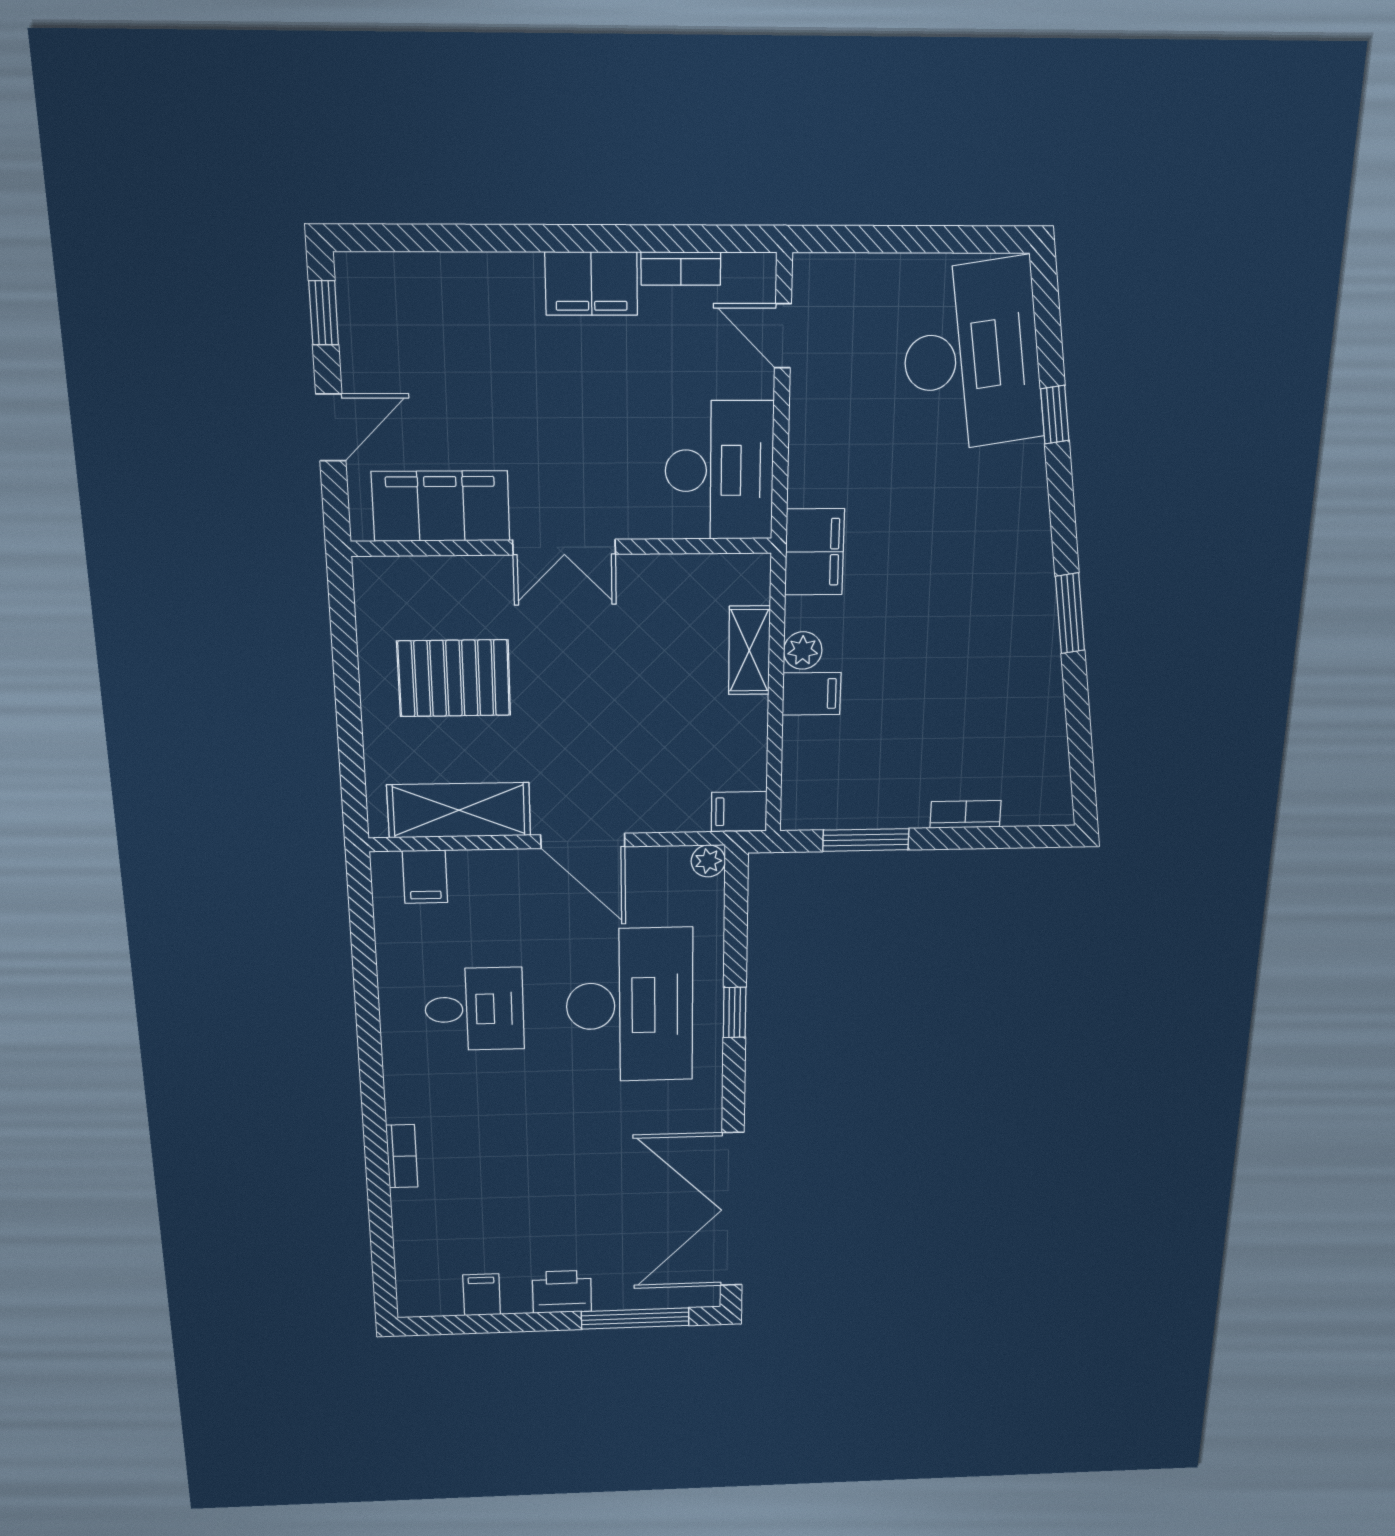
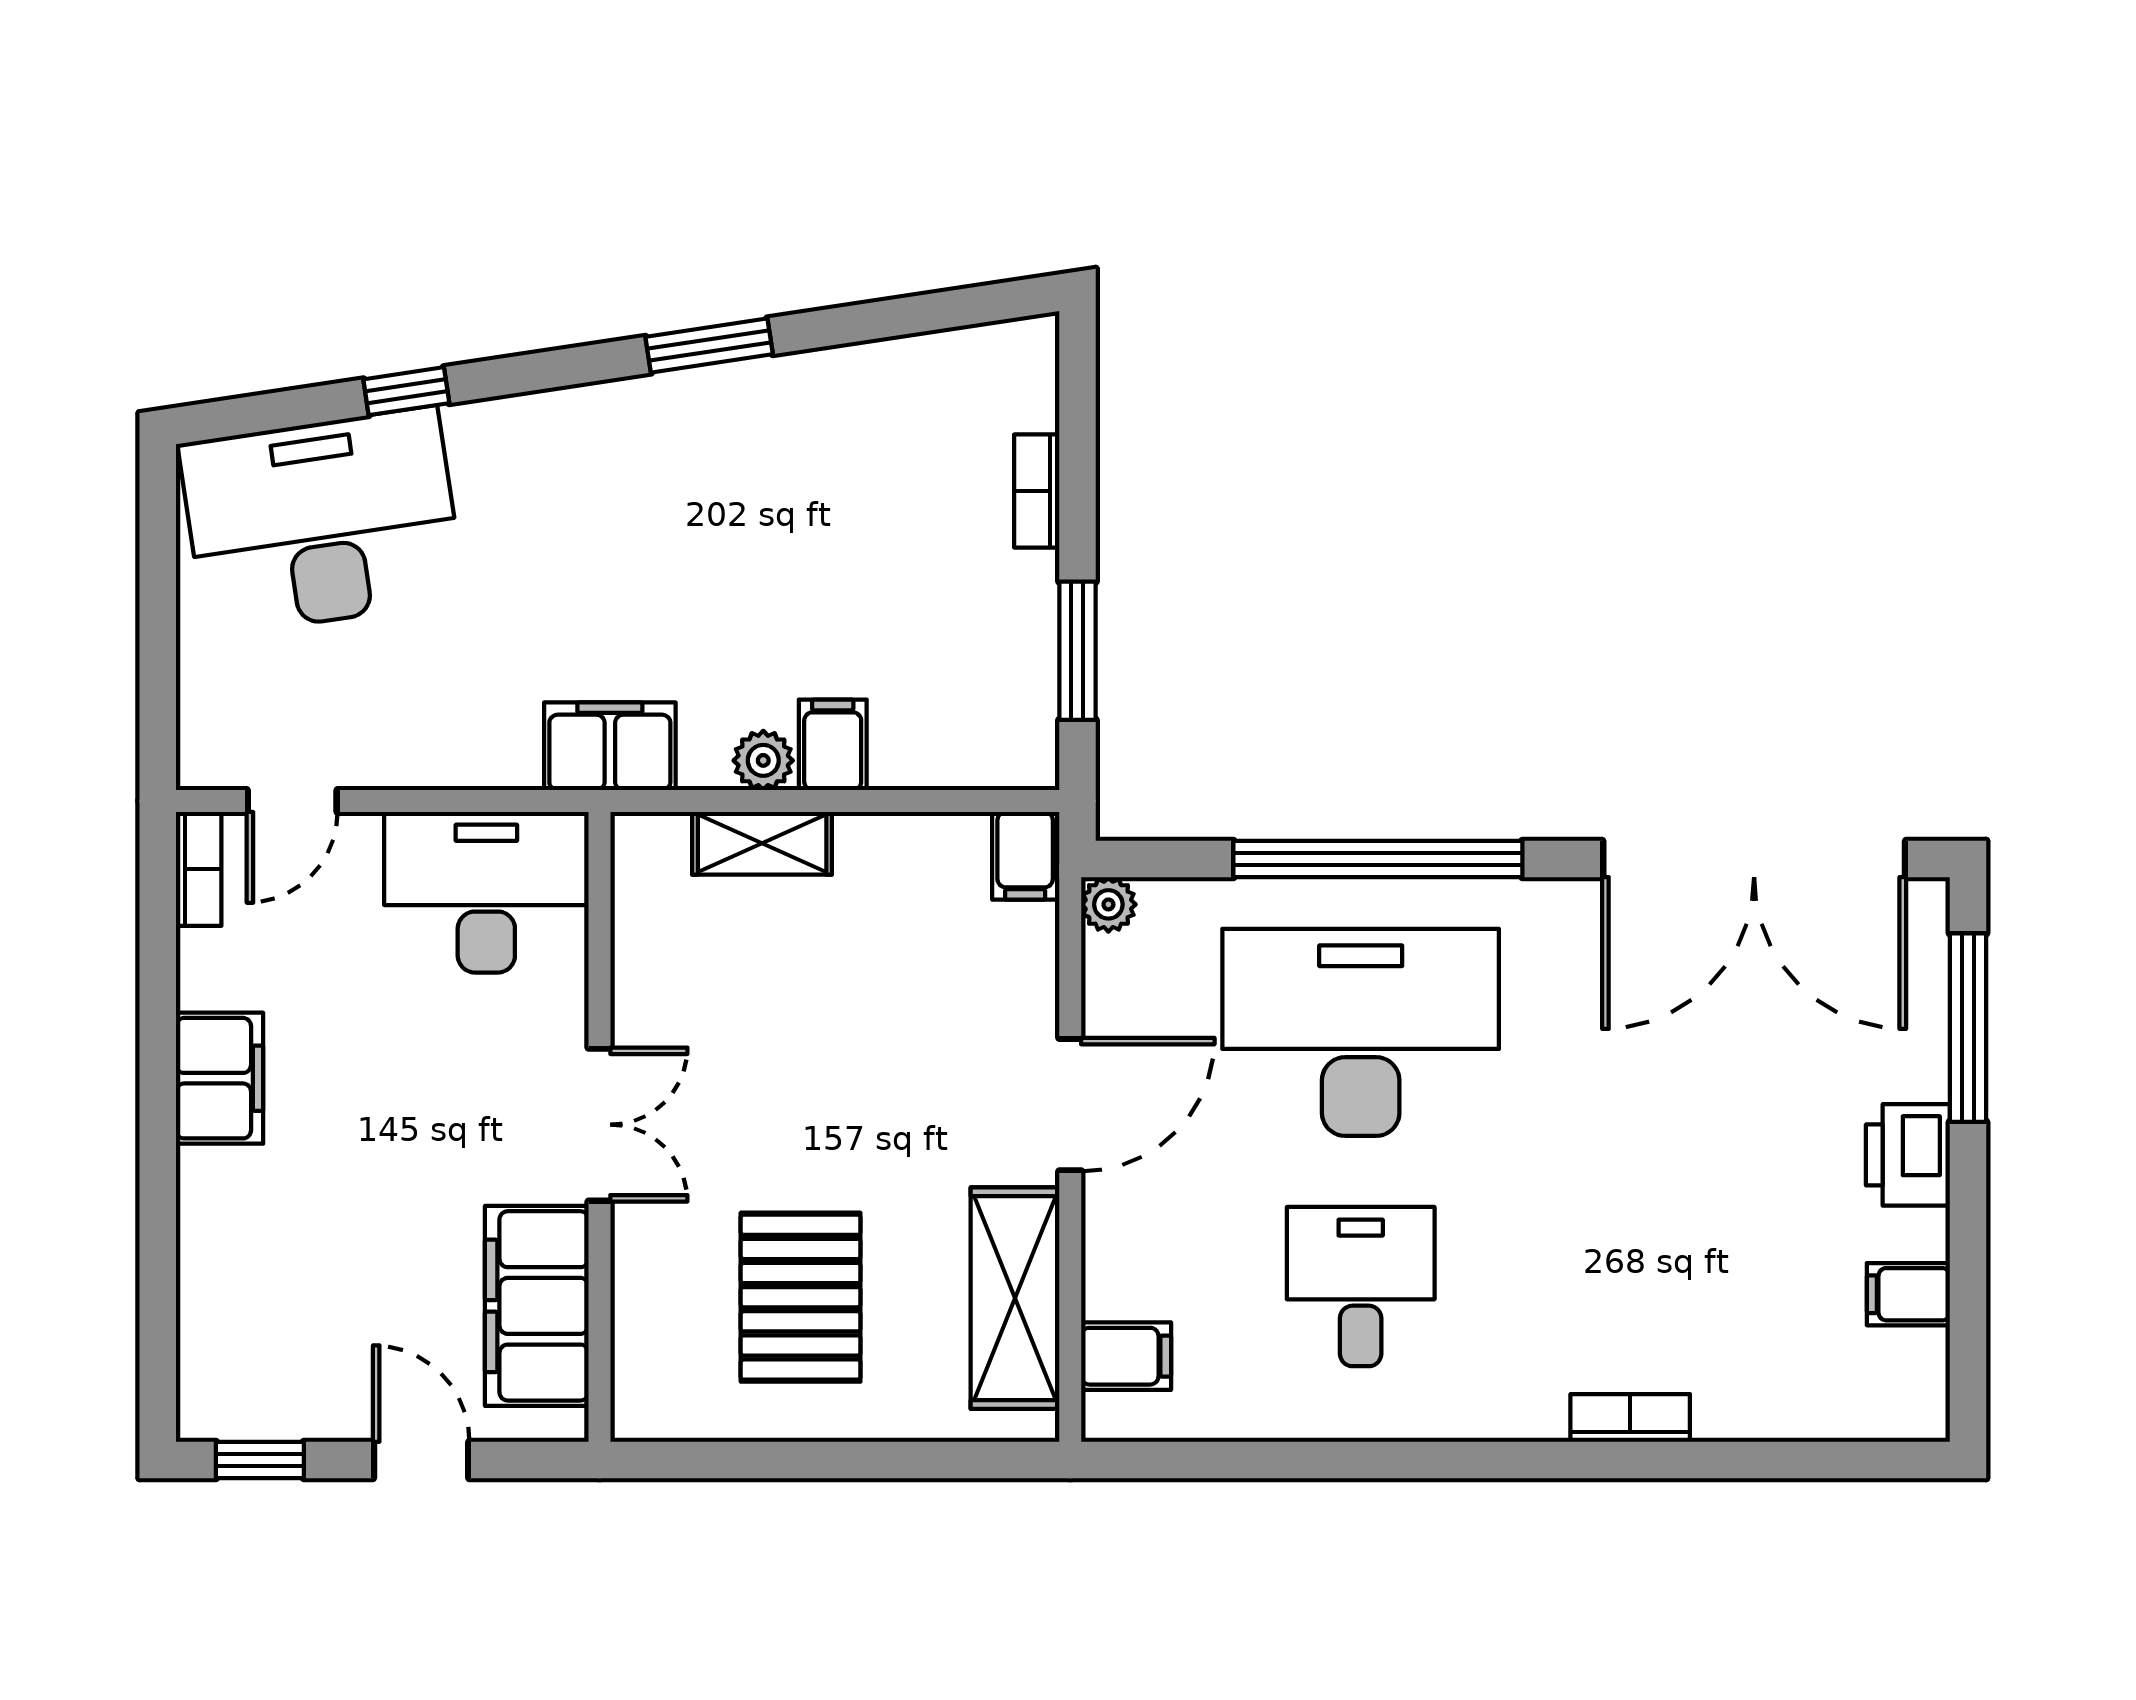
bookcase: (681, 269) -> (199, 869), moved
window: (735, 1012) -> (1378, 859), width x3.17

